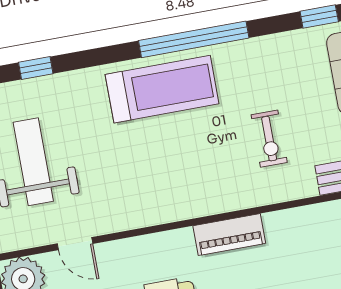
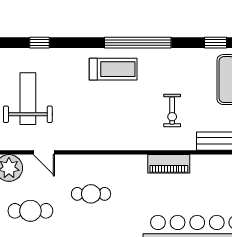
treadmill: (162, 89) -> (113, 69), width x0.73, depth x0.73
piano: (229, 235) -> (169, 164), moved

